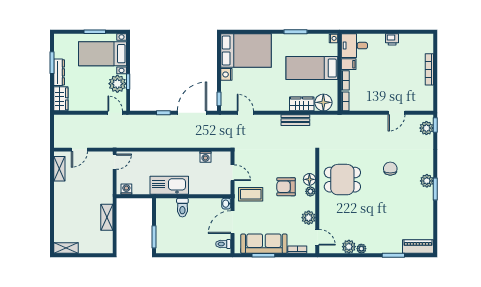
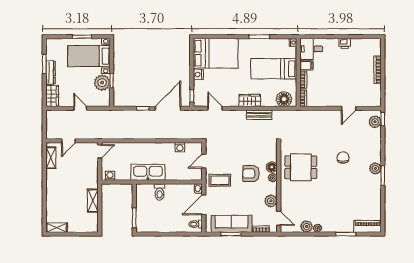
wardrobe: (302, 104) -> (250, 100), moved
door: (115, 113) -> (80, 108), moved
door: (233, 173) -> (204, 161), swing flipped

